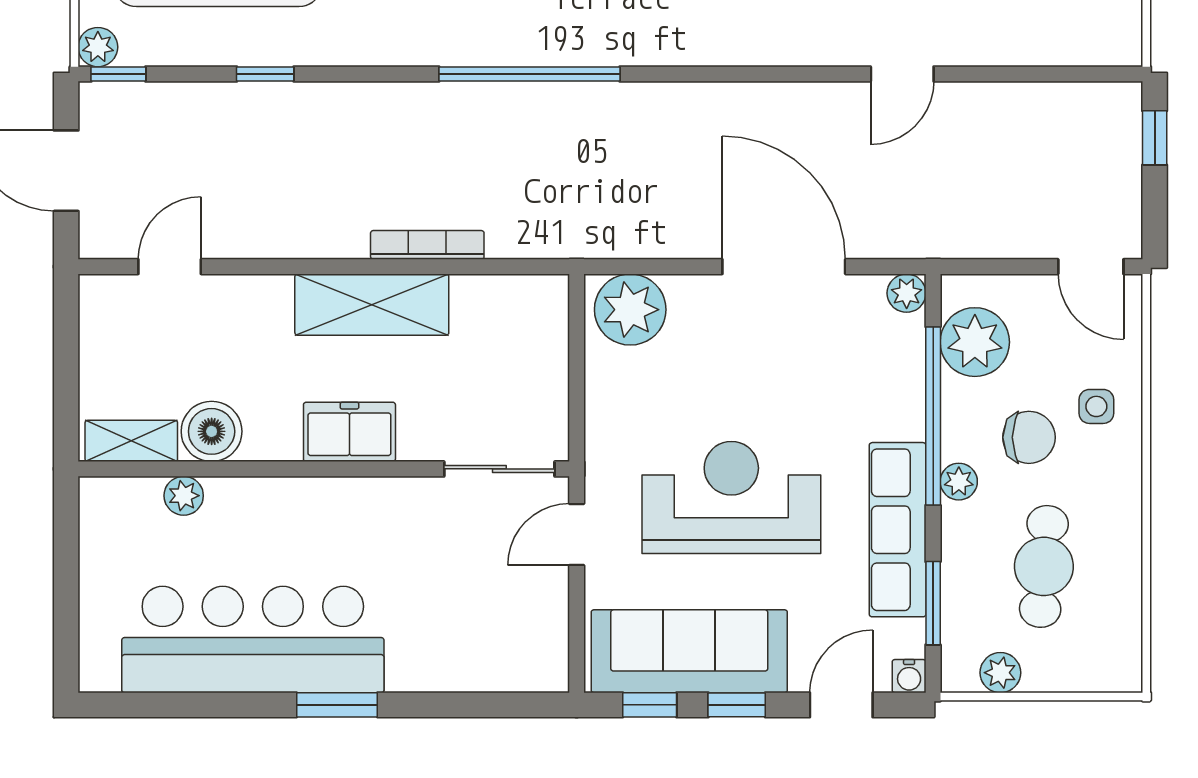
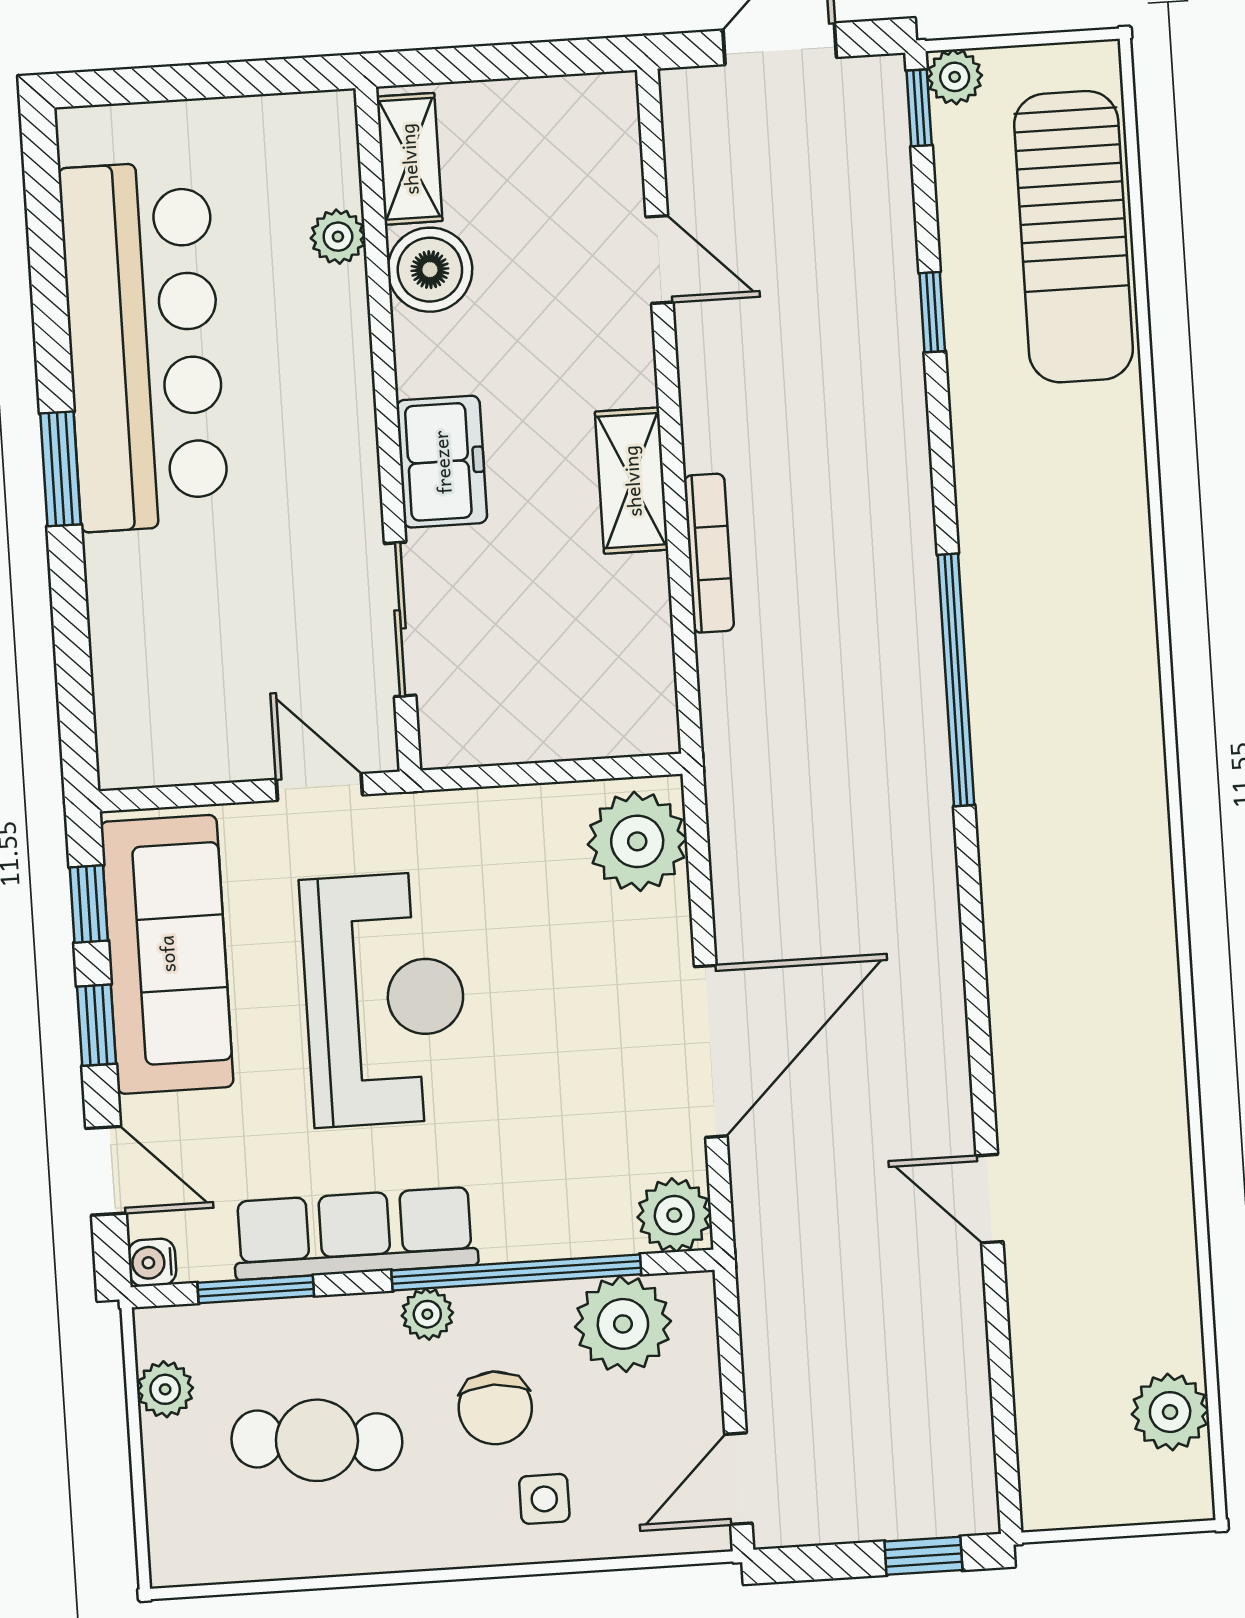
door: (170, 267) -> (660, 259), moved
plant: (907, 293) -> (674, 1215), width x1.38, depth x1.38
shelving: (372, 305) -> (632, 481), width x0.67, depth x0.75
sliding door: (499, 469) -> (400, 619), moved

